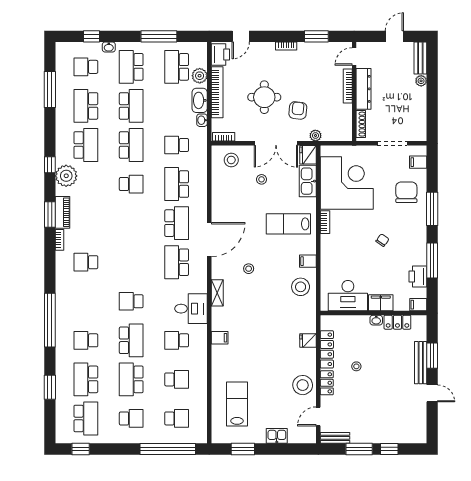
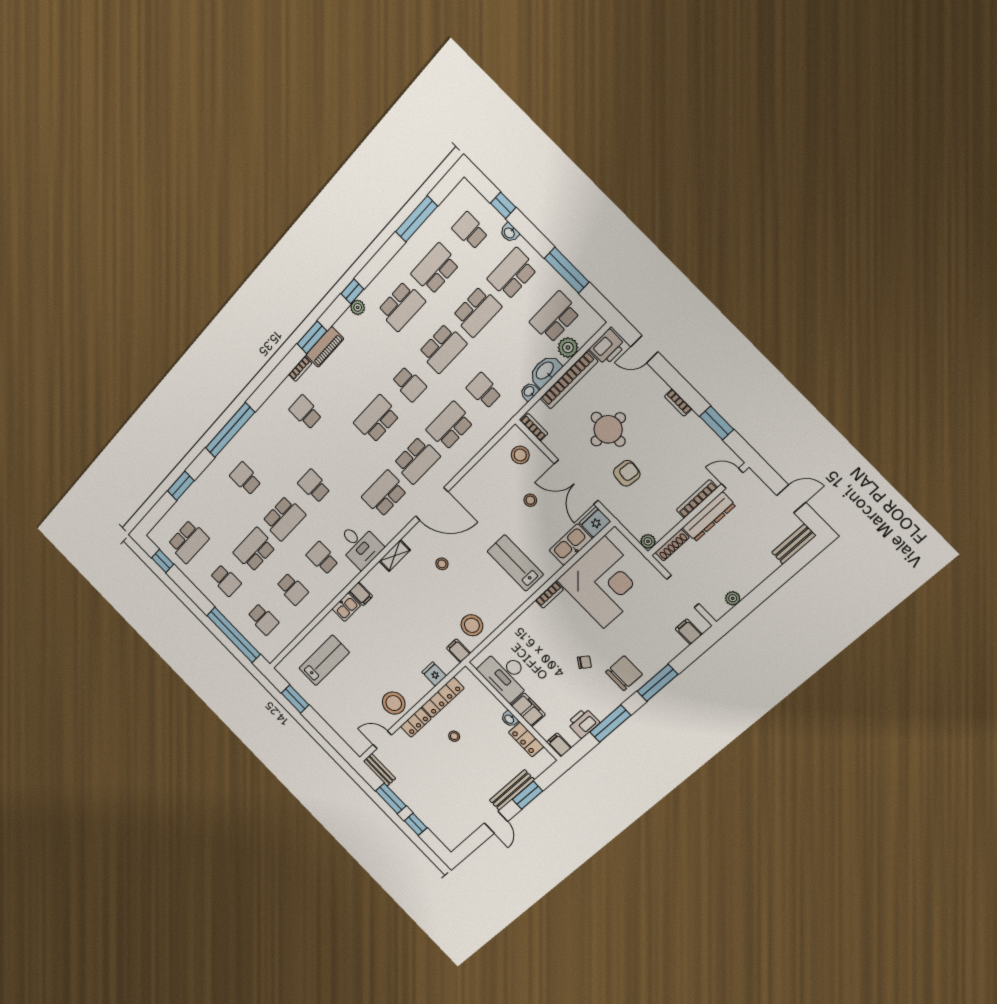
plant: (421, 81) -> (733, 598), moved
plant: (315, 136) -> (648, 541), moved
plant: (66, 176) -> (358, 307), width x0.53, depth x0.53
chair: (406, 192) -> (624, 673), moved
filing cabinet: (308, 261) -> (458, 651), moved
school desk: (86, 379) -> (377, 419), moved
kitchen sink: (277, 436) -> (346, 607), moved, turned 90

